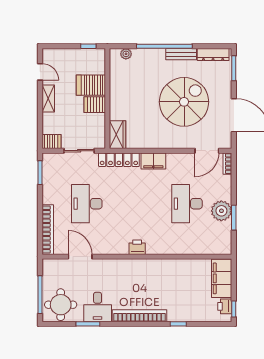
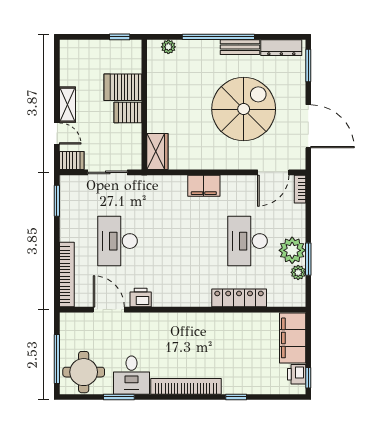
door: (40, 72) -> (57, 134), moved
locker: (119, 160) -> (239, 298), moved, turned 180
plant: (226, 228) -> (298, 272), added
printer: (137, 247) -> (141, 298), moved

